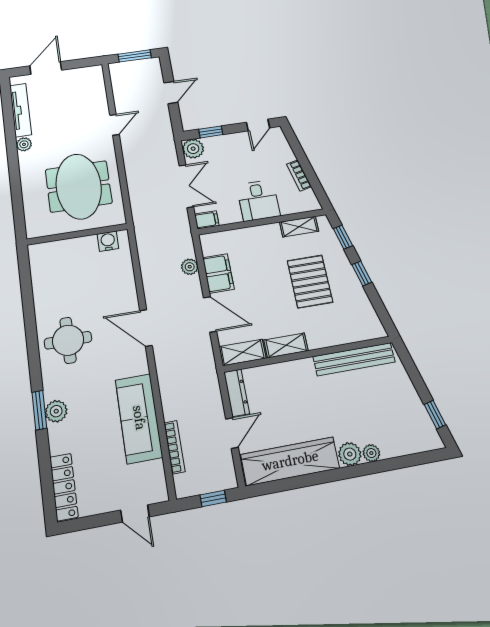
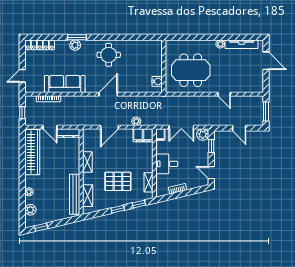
filing cabinet: (218, 273) -> (143, 135), moved
shelving: (243, 352) -> (88, 196), moved
plant: (350, 454) -> (30, 210), moved

